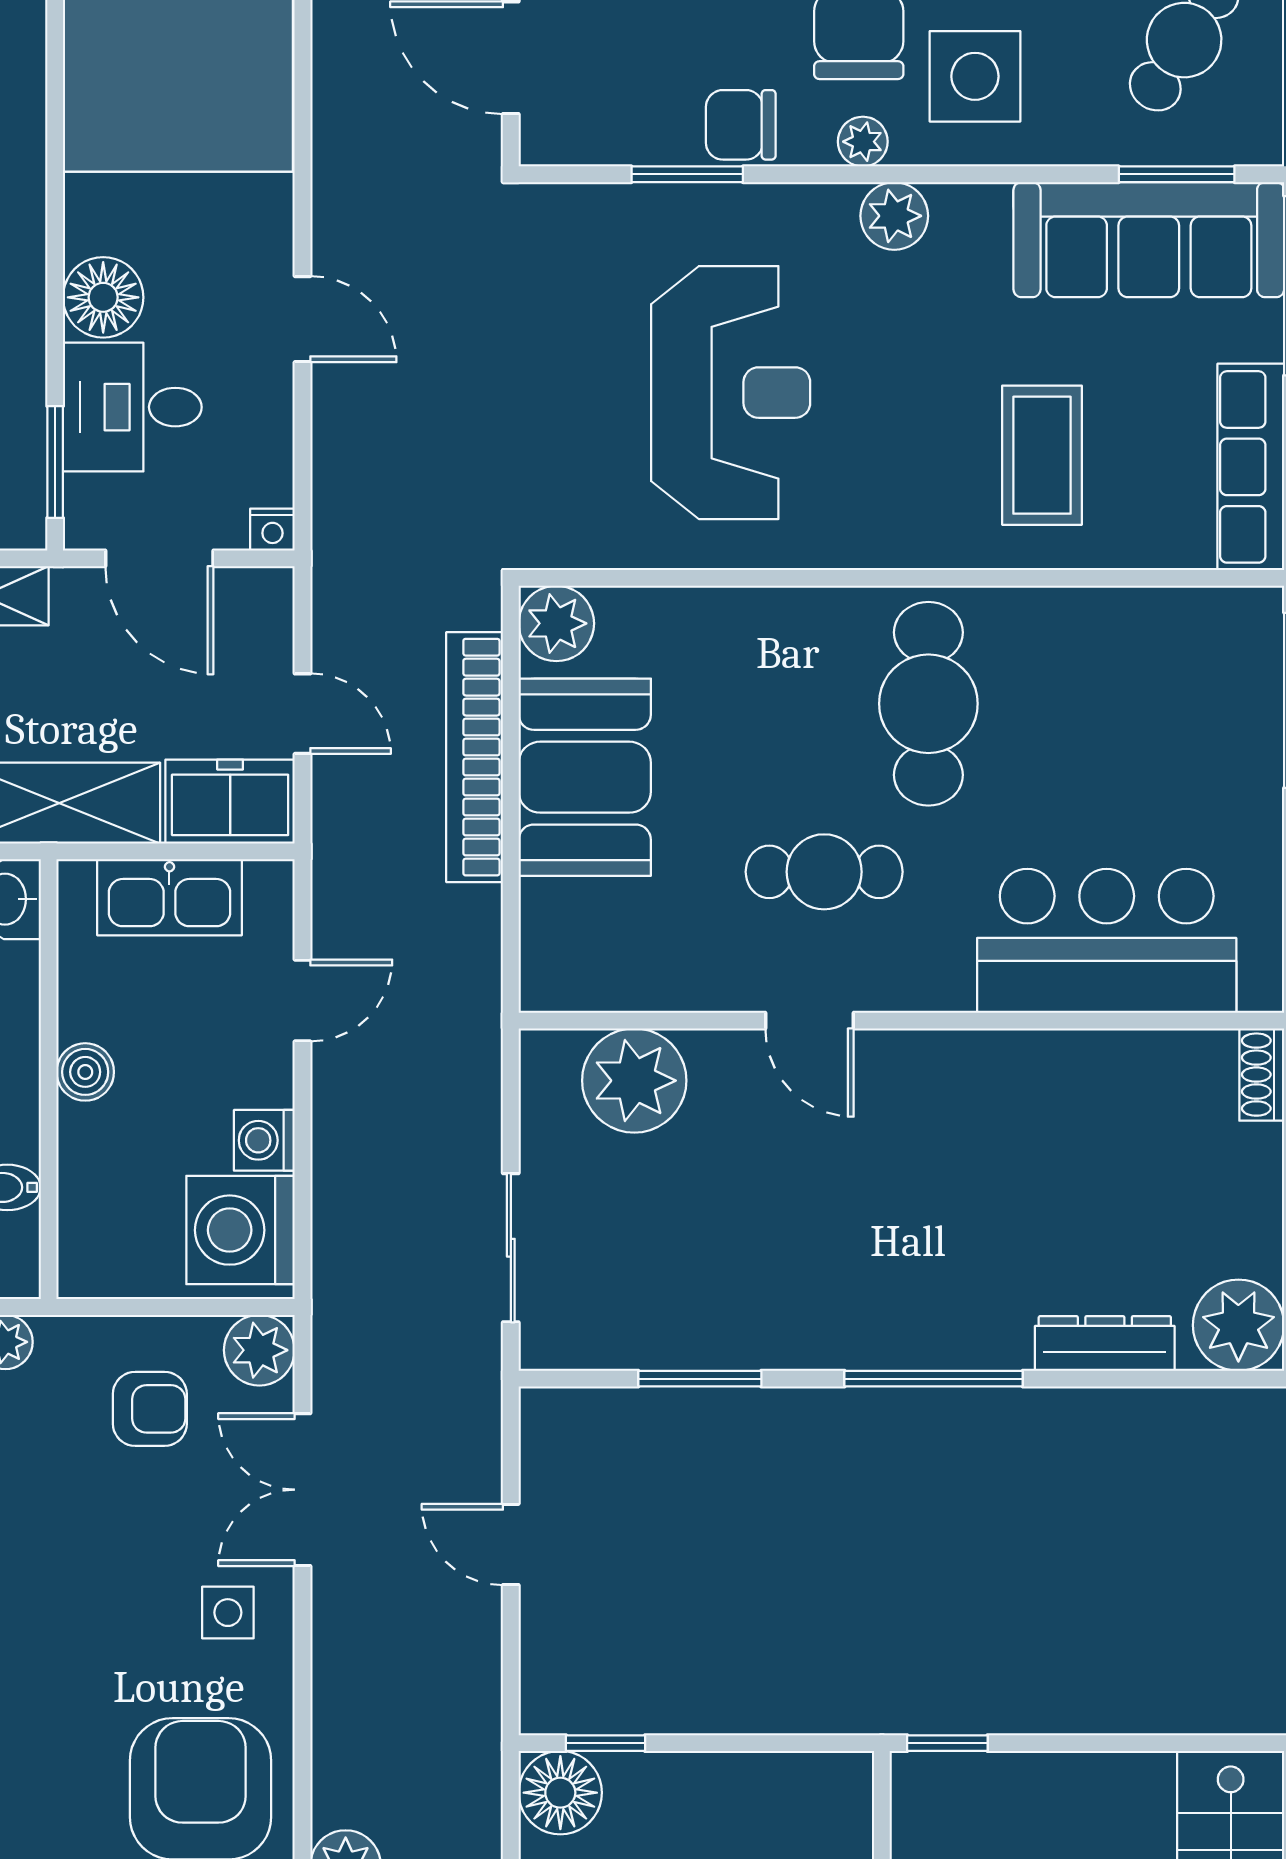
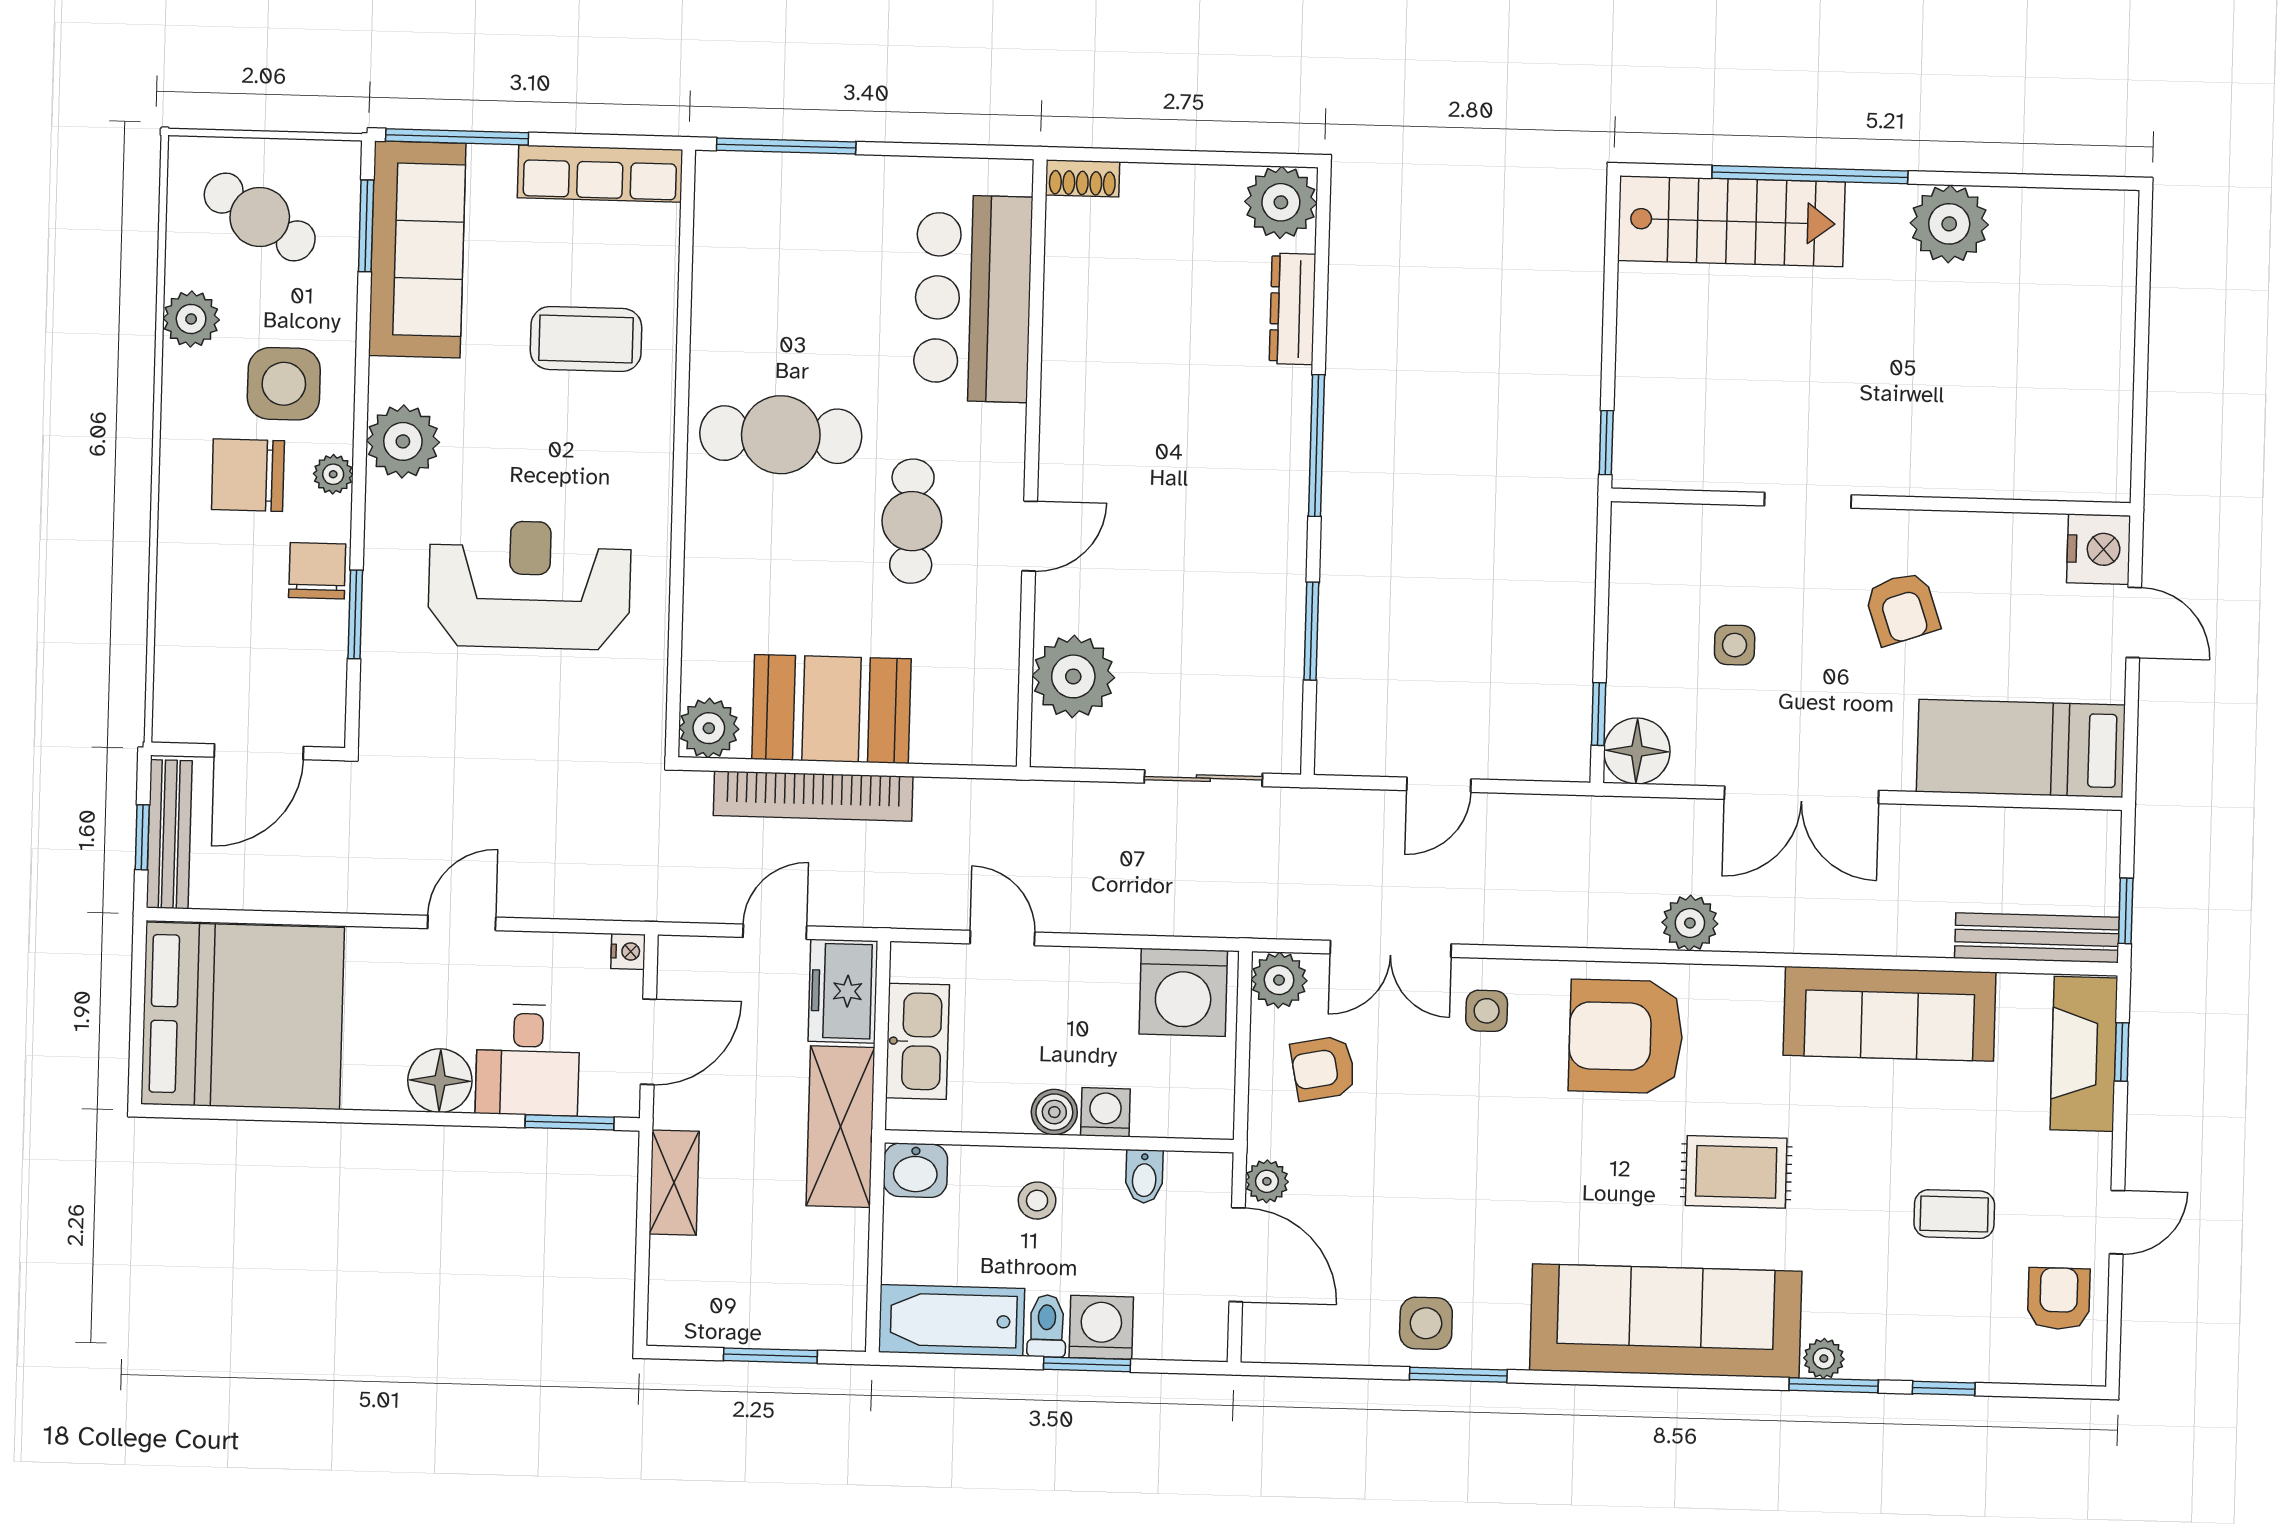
chair: (741, 125) -> (317, 571), turned 180
plant: (894, 216) -> (403, 441), width x1.36, depth x1.36
washing machine: (264, 1140) -> (1105, 1112), moved, turned 180
armchair: (150, 1409) -> (1323, 1068), turned -101

